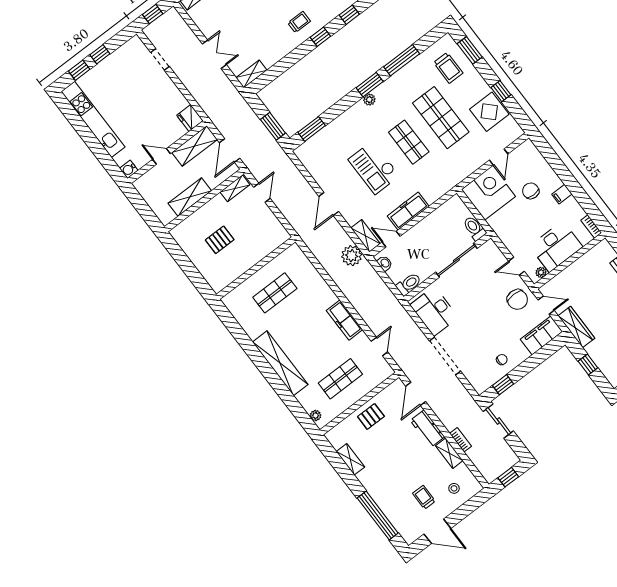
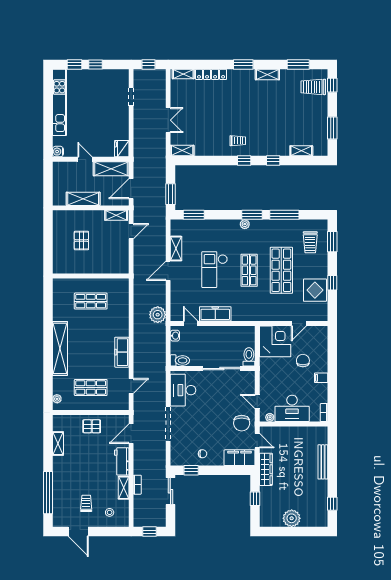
shelving: (365, 236) -> (176, 249), moved
pallet: (220, 240) -> (81, 241), turned 90

